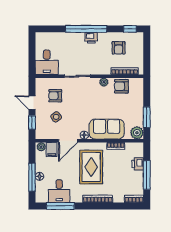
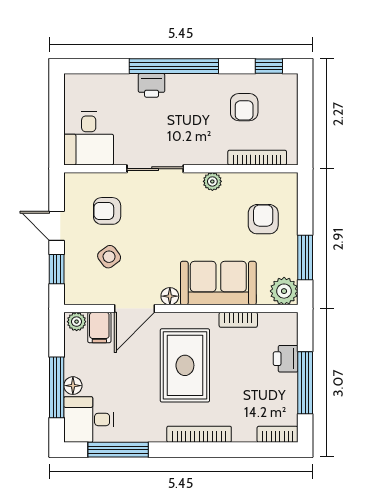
printer: (91, 38) -> (152, 85), moved
armchair: (121, 86) -> (263, 219), moved, turned 90
desk: (59, 191) -> (89, 419), moved, turned 90

